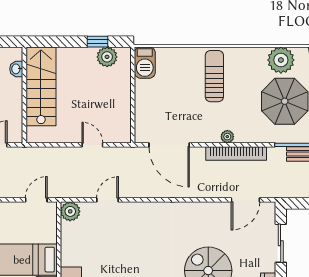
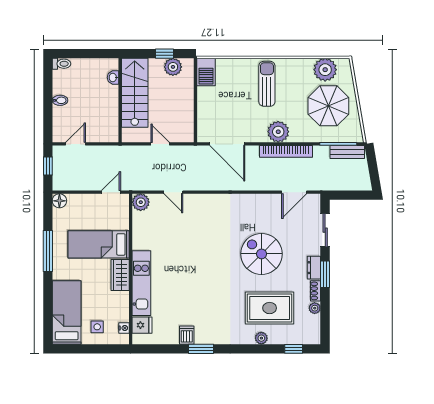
washbasin: (16, 69) -> (113, 77), moved
stairs: (41, 86) -> (135, 93), moved
wall: (24, 95) -> (120, 100), moved
plant: (227, 137) -> (278, 132), width x1.88, depth x1.88
door: (107, 200) -> (173, 192), swing flipped

